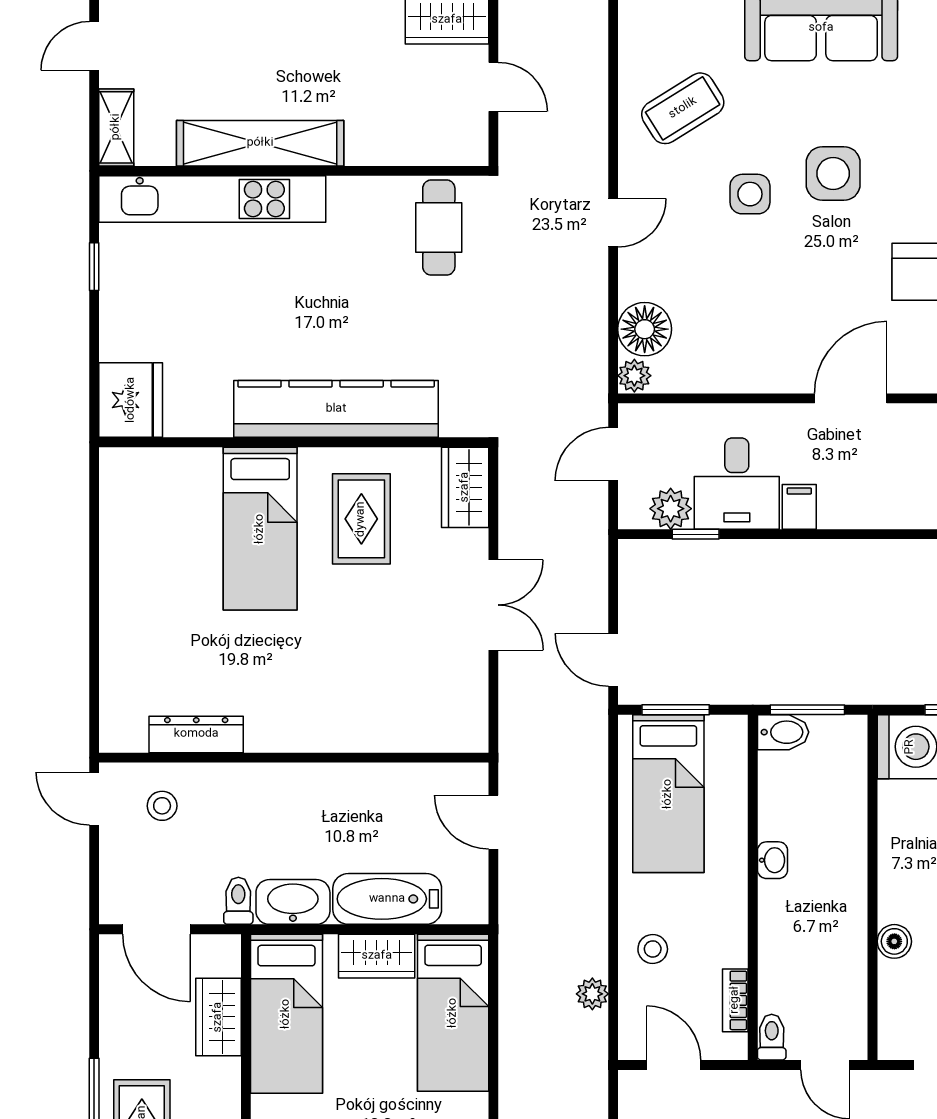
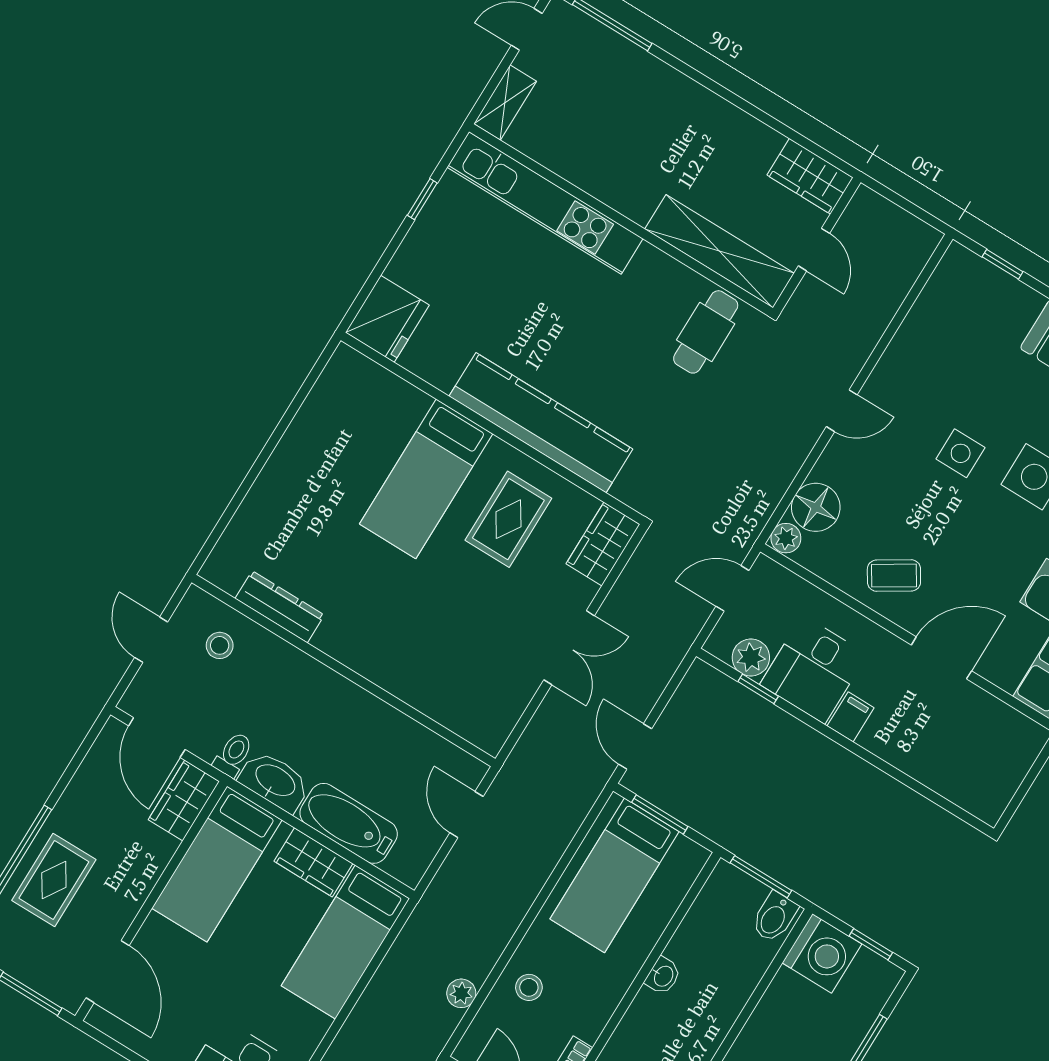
coffee table: (683, 108) -> (894, 576), moved, width x0.73, depth x0.77
shelving: (260, 143) -> (720, 251), moved
bidet: (783, 732) -> (774, 917), moved, turned 90
door: (94, 799) -> (151, 640), moved
wardrobe: (218, 1017) -> (184, 801), moved

